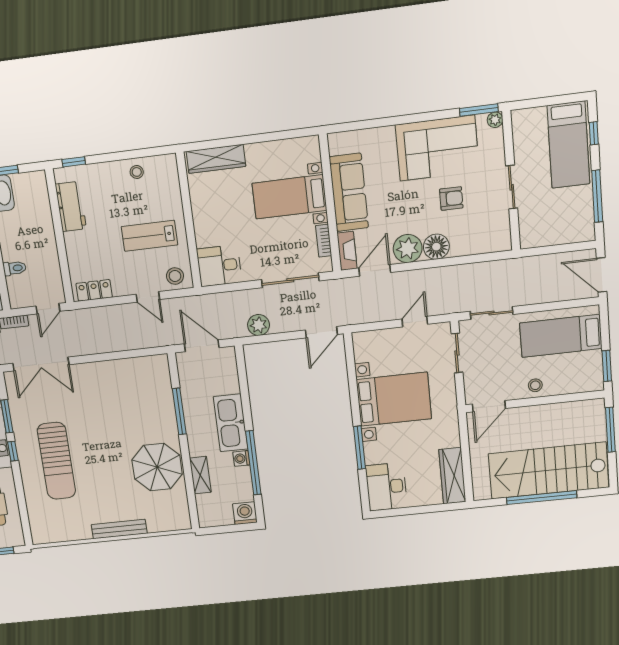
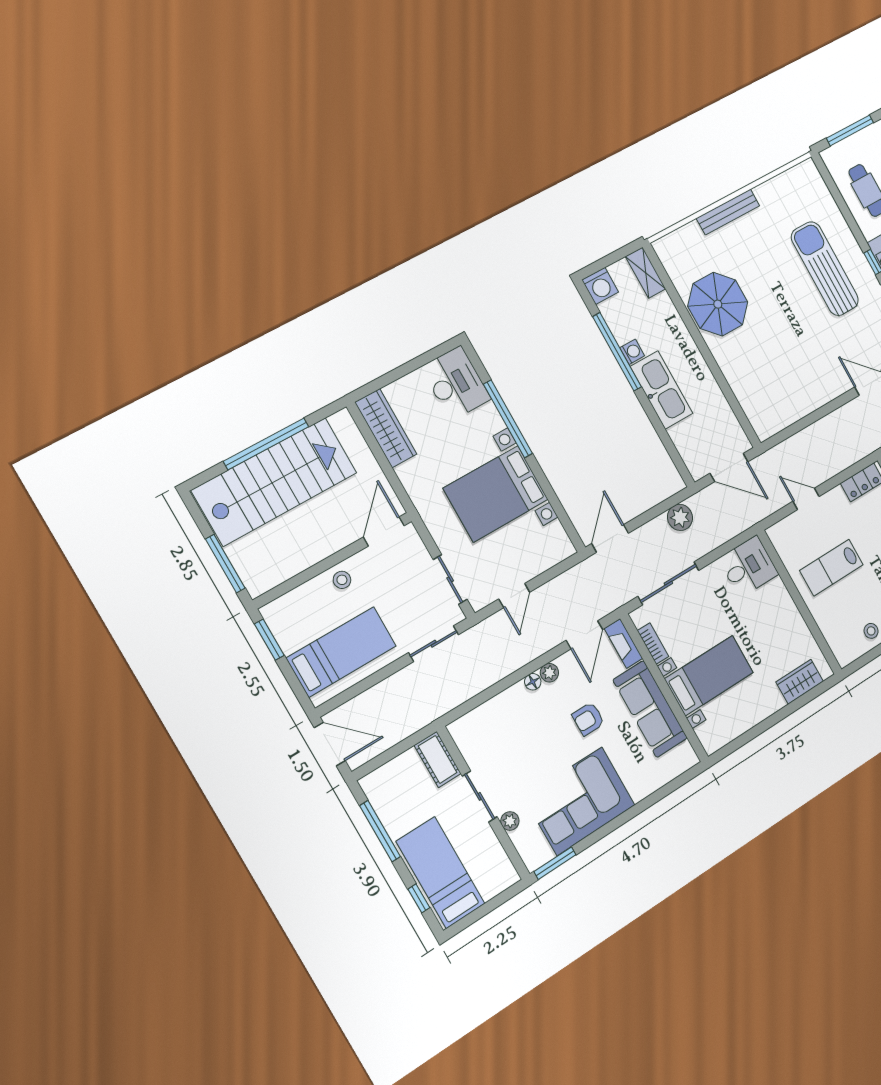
plant: (495, 120) -> (510, 821), moved
wardrobe: (216, 159) -> (800, 682), width x0.67
armchair: (451, 199) -> (588, 719), moved
cot: (530, 229) -> (438, 759), added
lab bench: (149, 236) -> (831, 568), turned 180
floor lamp: (436, 247) -> (533, 682), width x0.53, depth x0.53
plant: (408, 249) -> (549, 673), width x0.53, depth x0.53
stool: (175, 276) -> (788, 535), removed
window: (179, 411) -> (721, 381), removed
window: (359, 448) -> (508, 419), width x1.46
shelving: (200, 475) -> (646, 273), moved

